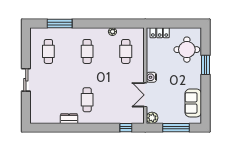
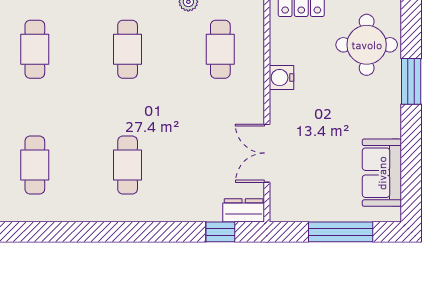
water cooler: (151, 77) -> (282, 78), moved
cafe table: (48, 100) -> (35, 165), added
plant: (152, 118) -> (283, 208), removed
dresser: (69, 119) -> (244, 210), moved

